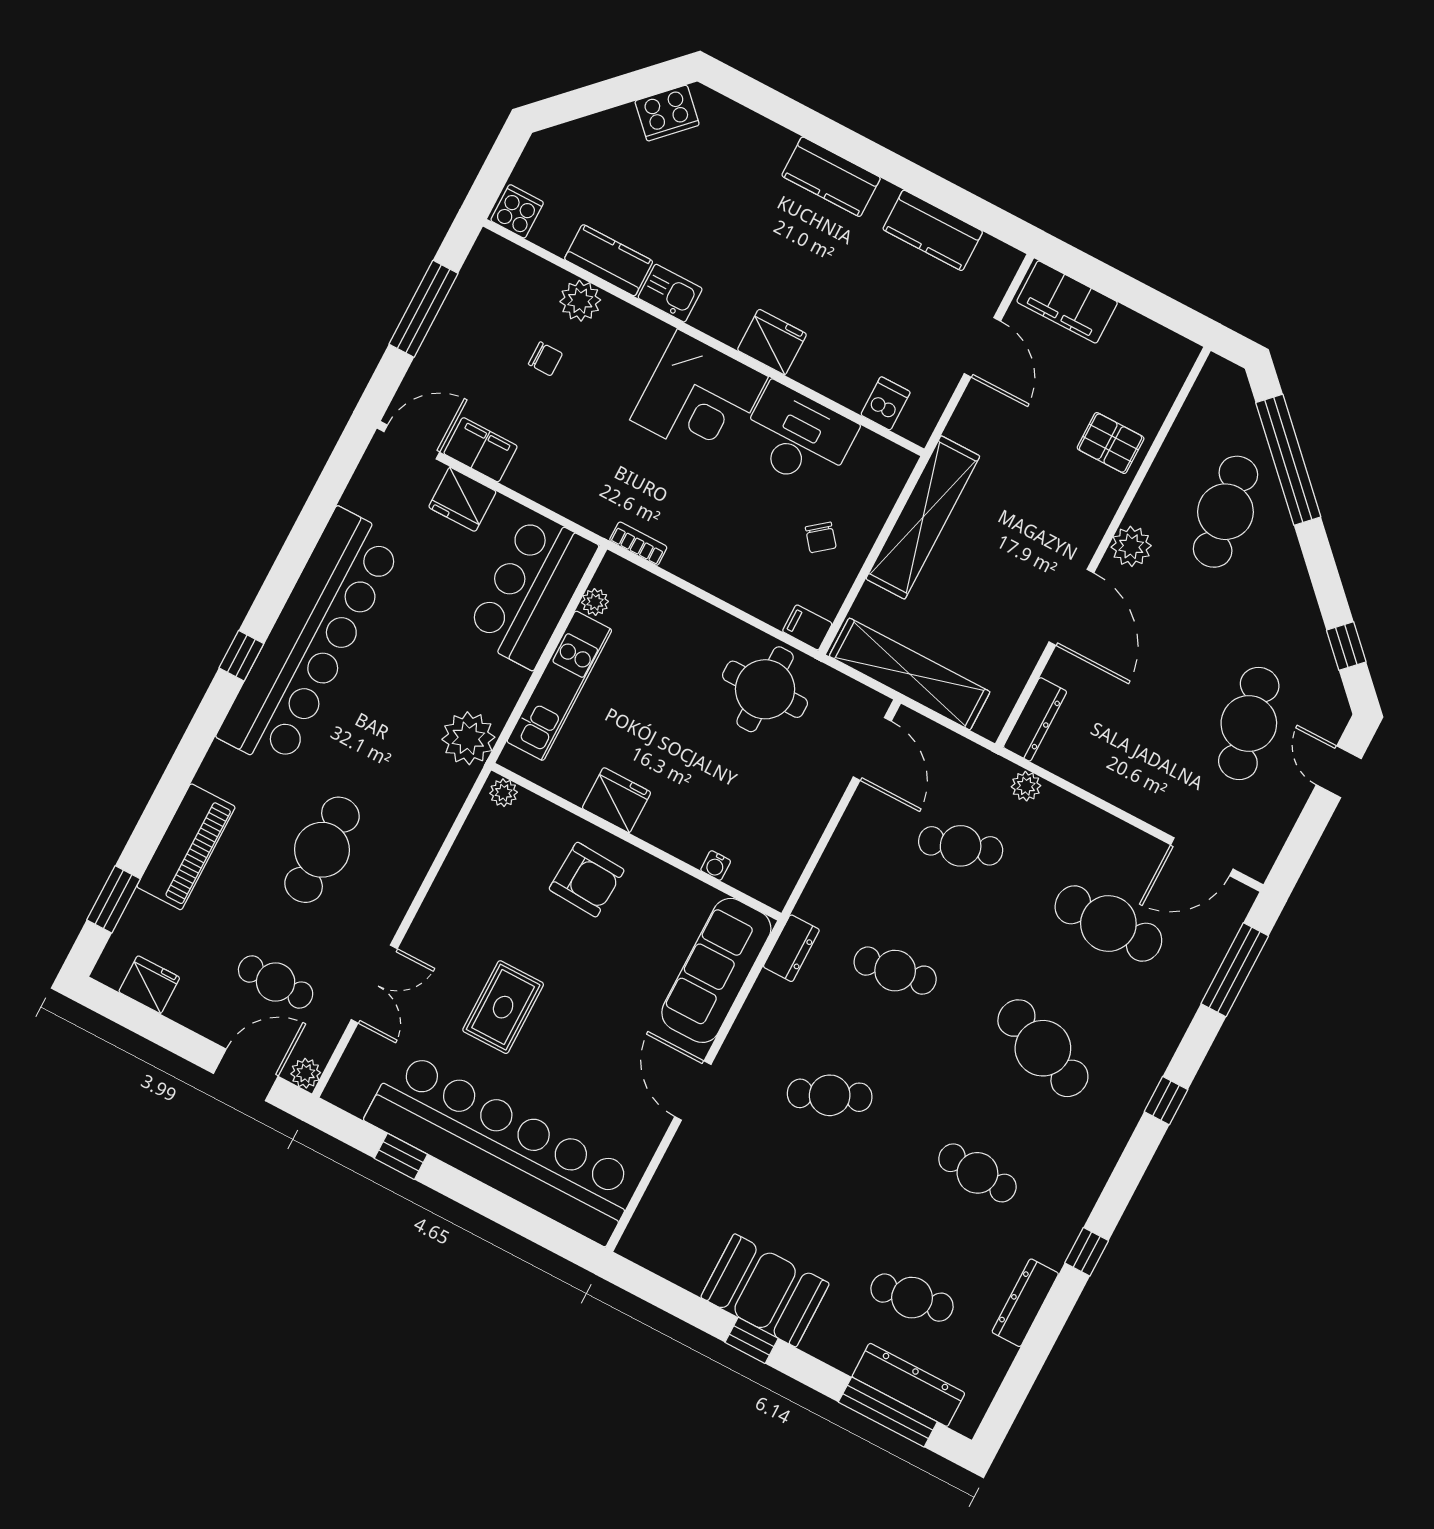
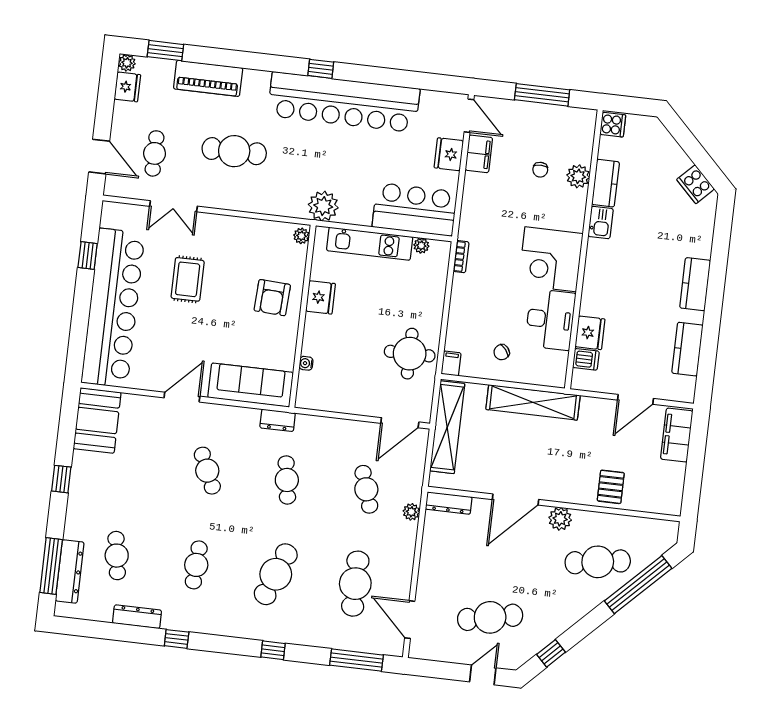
fridge: (772, 342) -> (590, 333), moved
rug: (503, 1007) -> (188, 279), turned 90
plant: (306, 1073) -> (127, 63), moved
booth: (765, 1290) -> (97, 421), moved

